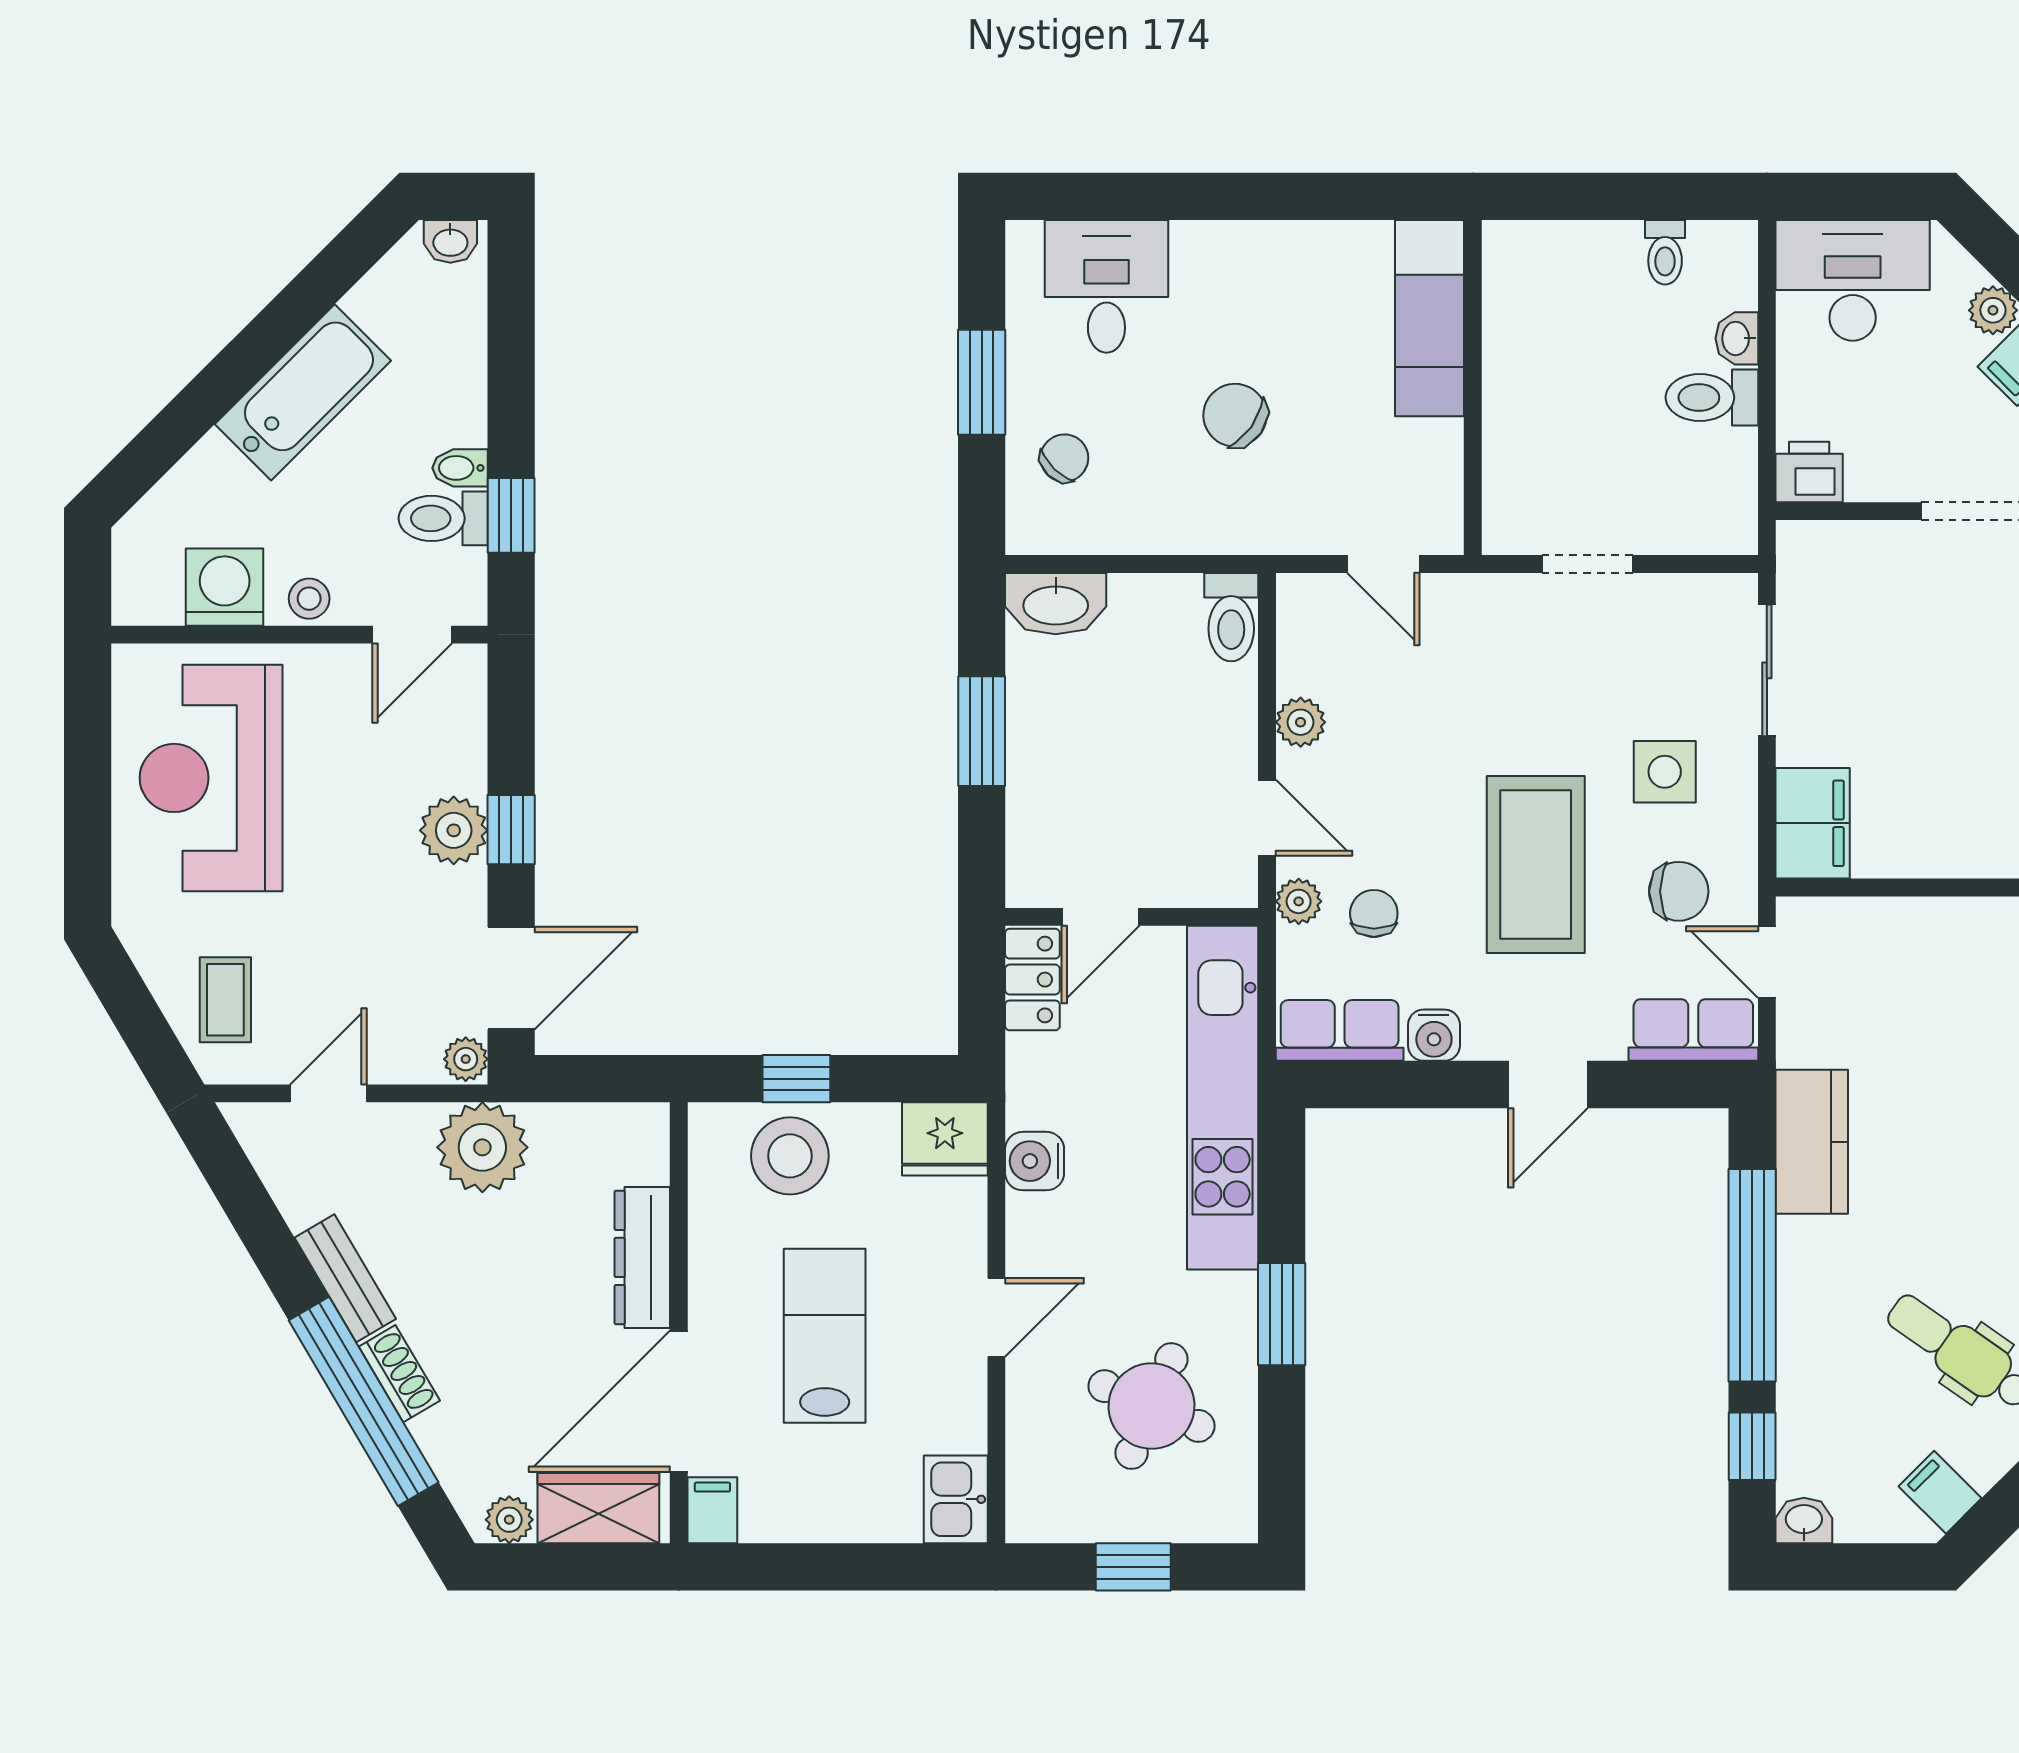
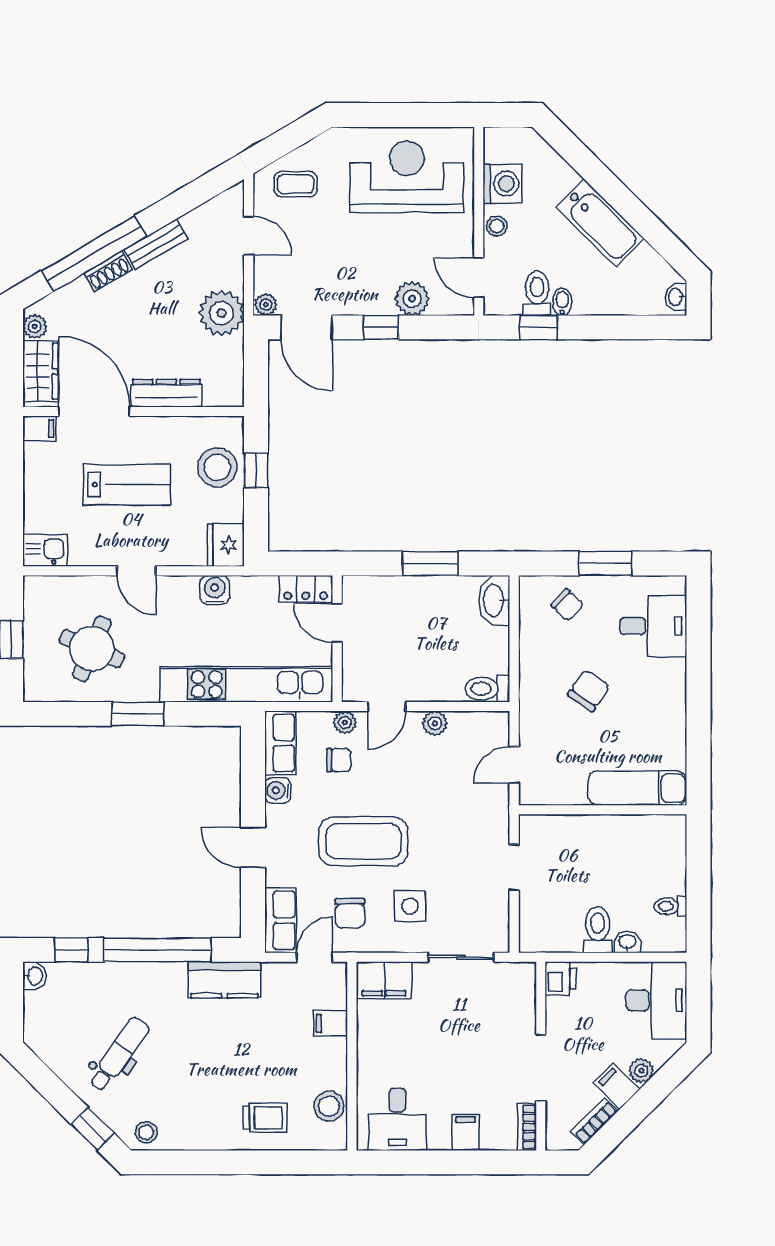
plant: (454, 830) -> (412, 299), moved
filing cabinet: (1940, 1492) -> (331, 1023), moved, turned -135

